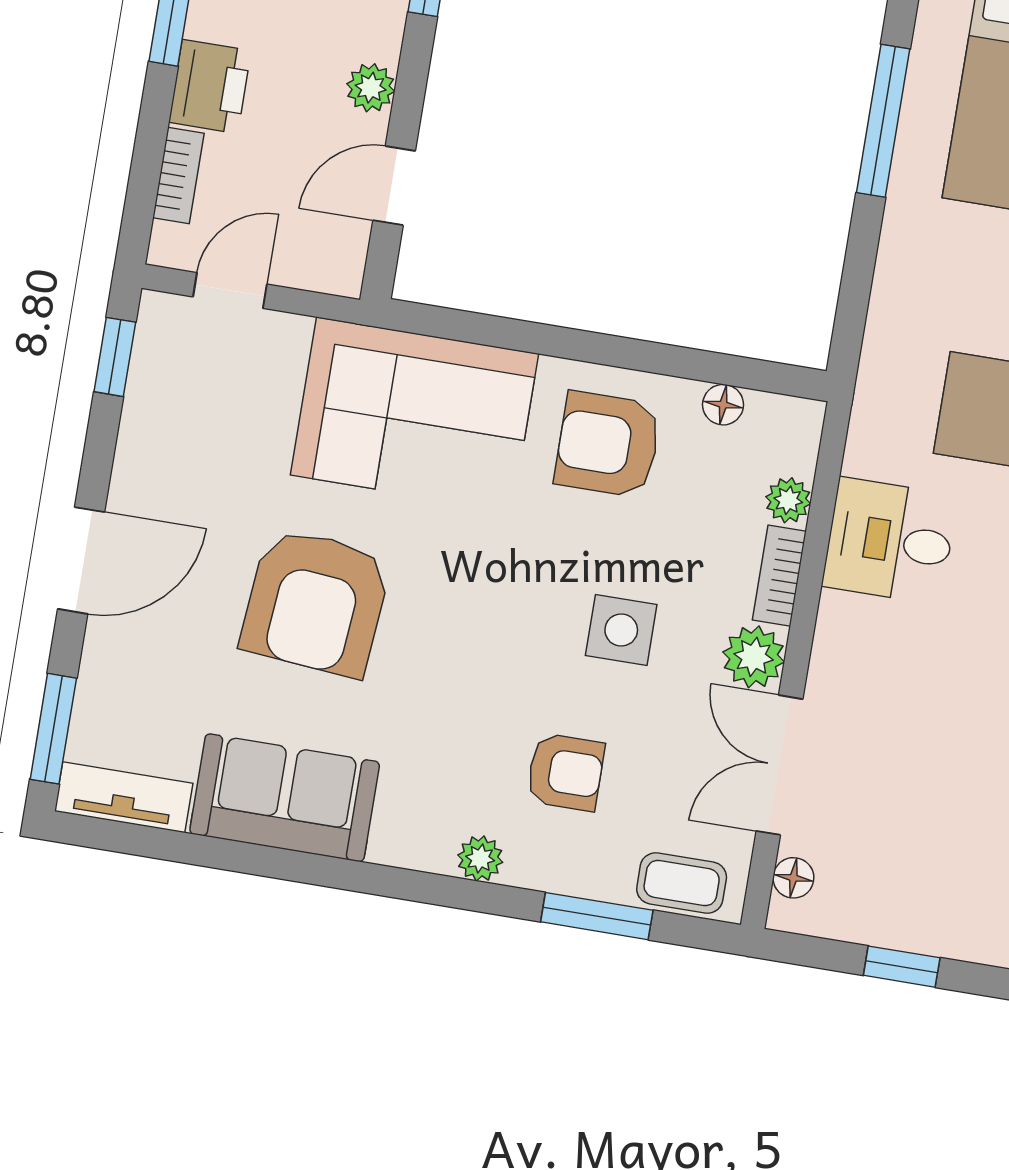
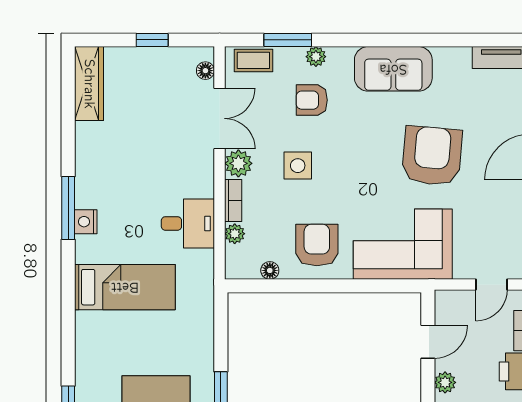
armchair: (608, 444) -> (317, 245), turned -90
sofa: (285, 798) -> (393, 69), moved
plant: (480, 859) -> (316, 57), moved

